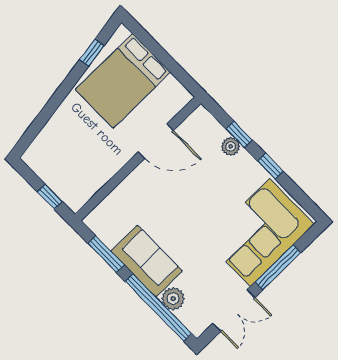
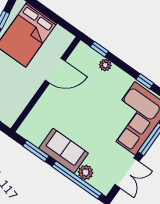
window: (239, 134) -> (99, 49), moved
window: (270, 166) -> (145, 81), moved

